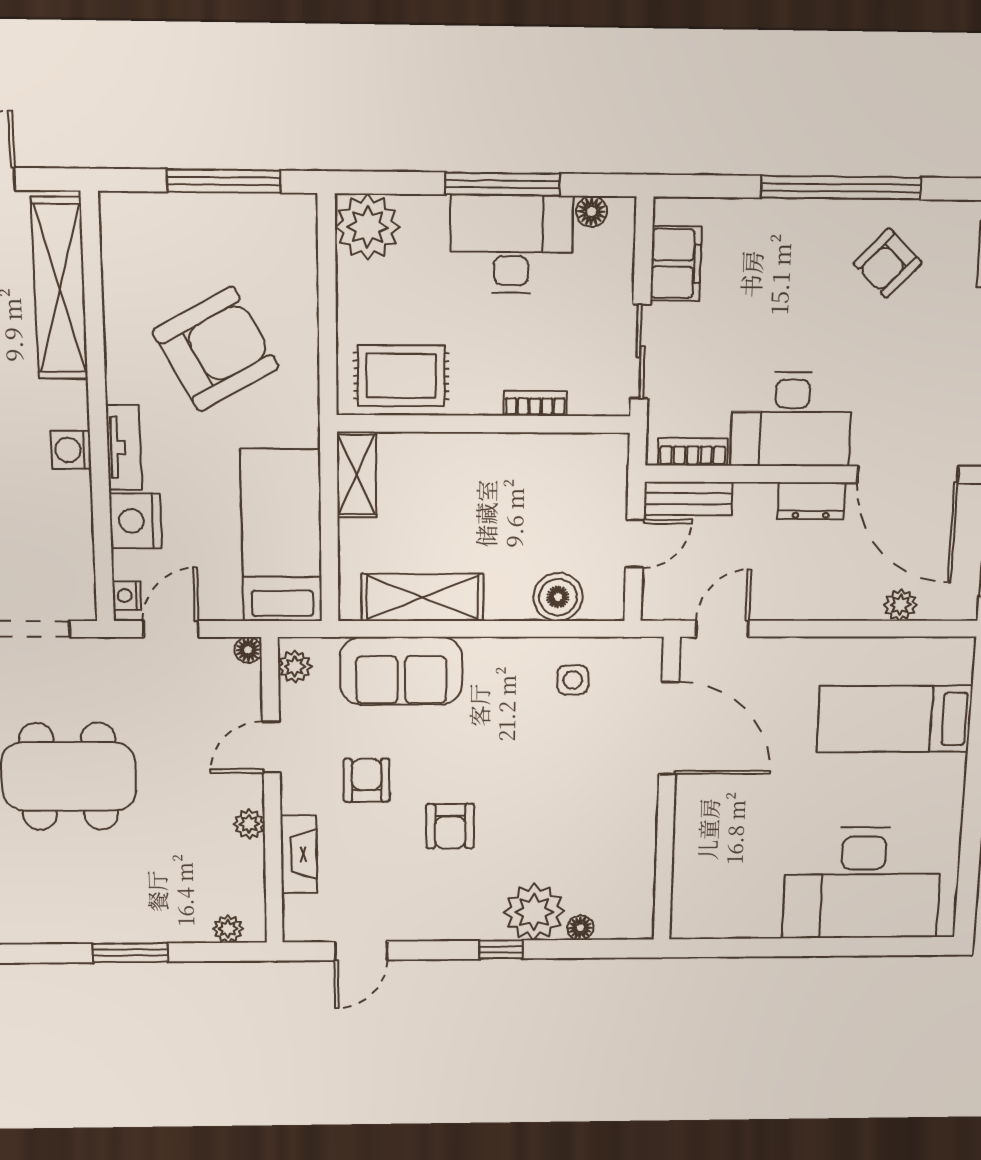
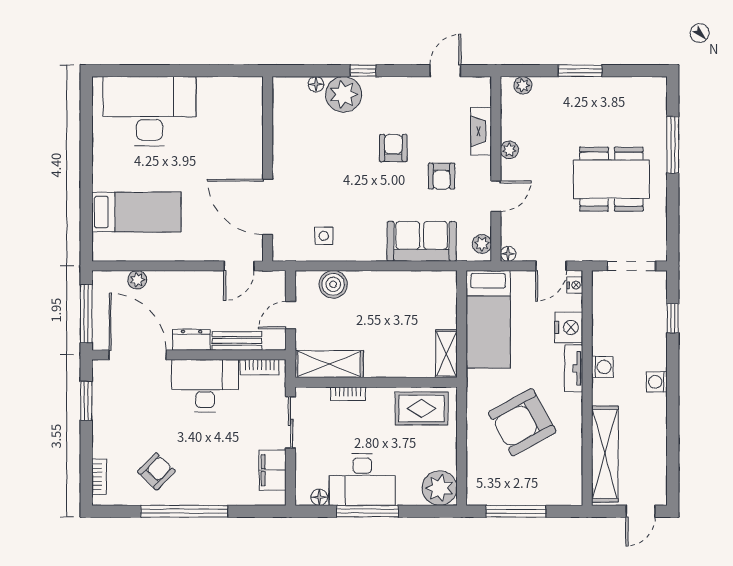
bench: (688, 499) -> (237, 341), moved
shelving: (423, 598) -> (329, 364), moved

